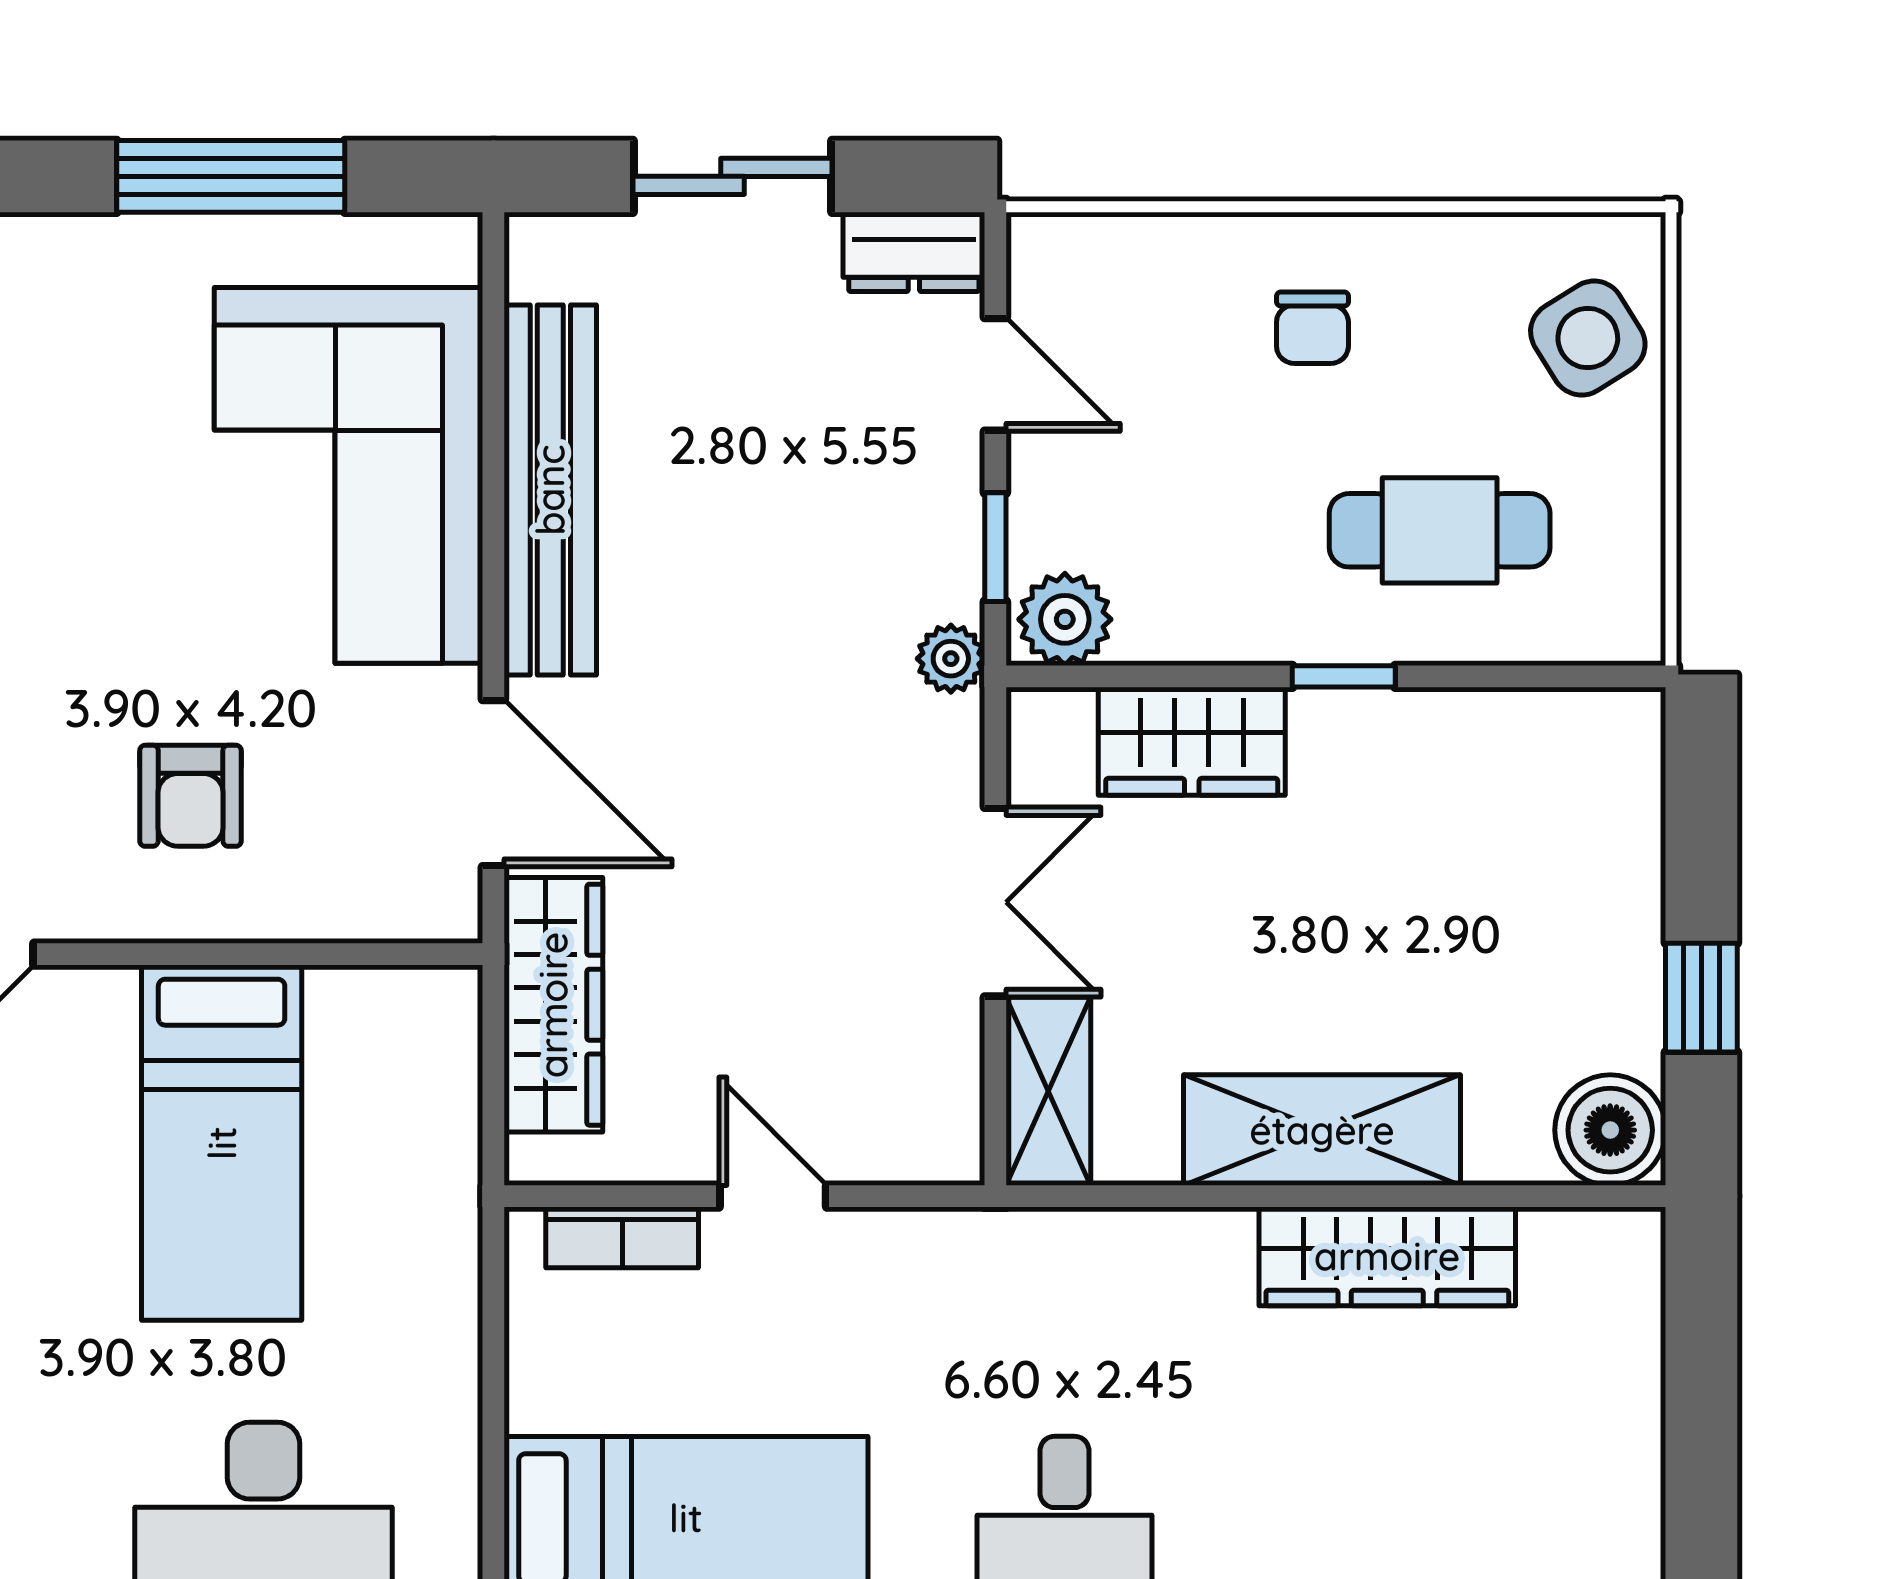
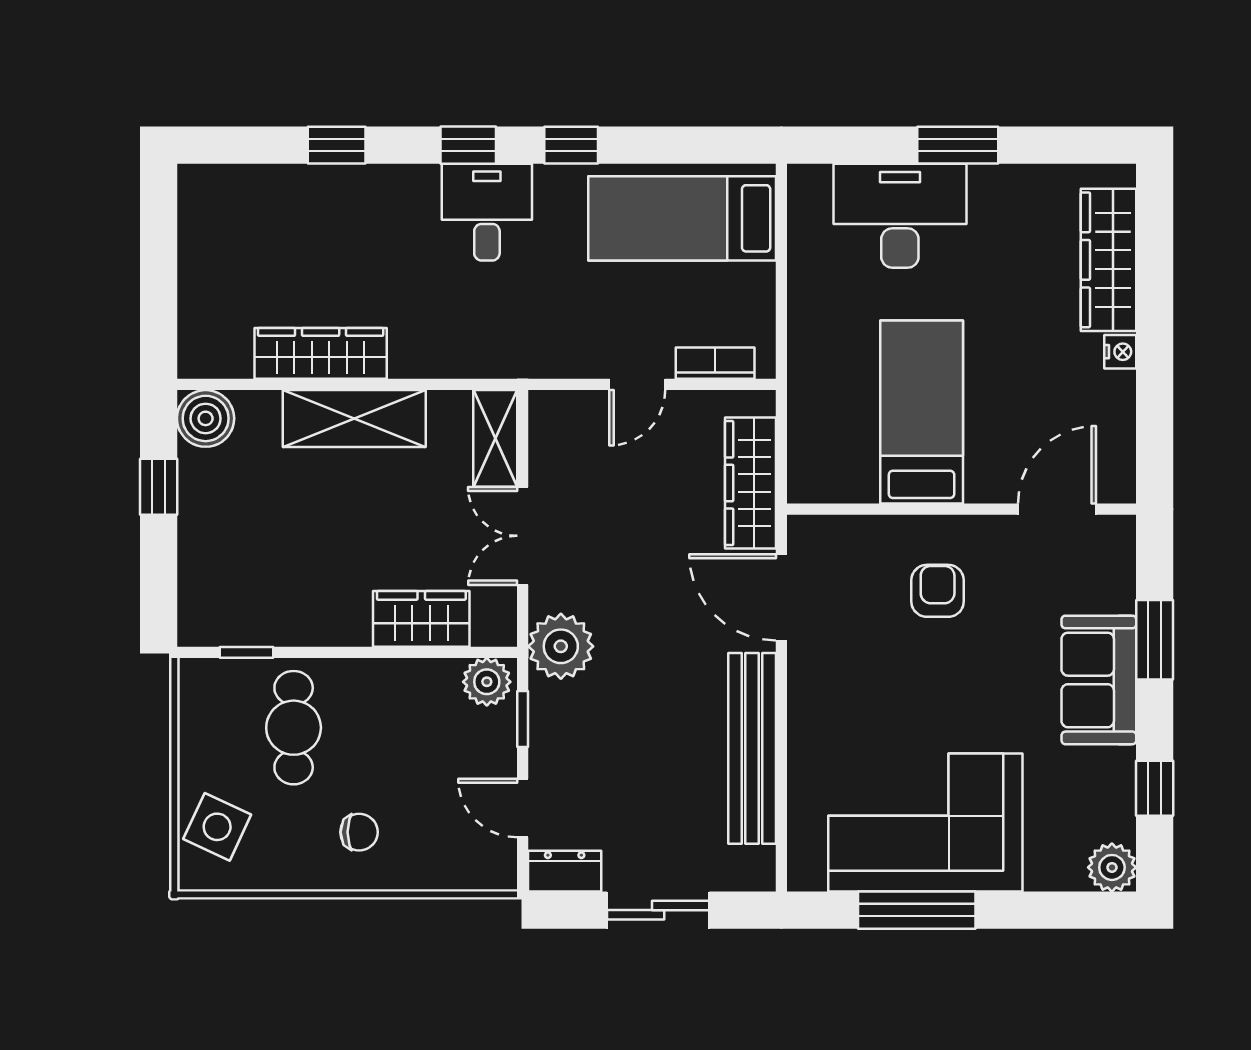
chair: (1312, 328) -> (359, 832), turned 90
side table: (1588, 338) -> (217, 827), turned -33
corner sofa: (349, 475) -> (925, 822), moved, turned -90
cafe table: (1440, 530) -> (294, 728), turned 90
plant: (951, 659) -> (561, 646), width x1.88, depth x1.88
window: (1344, 676) -> (247, 652), moved
door: (773, 1196) -> (637, 384), hinge flipped

